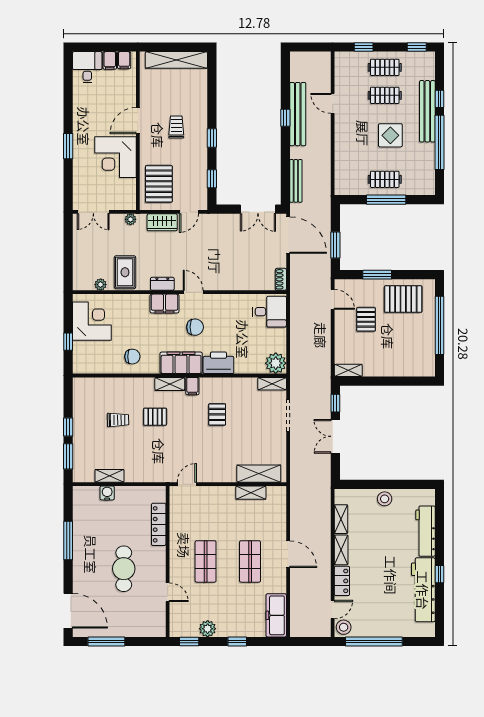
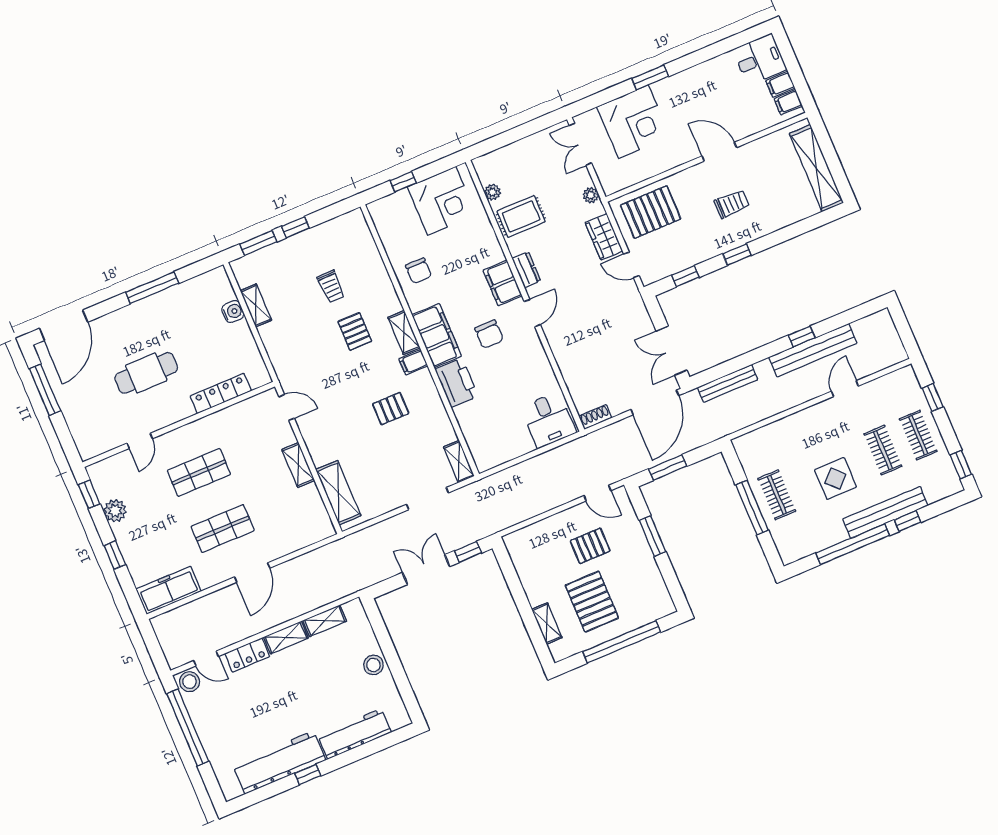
corner desk: (115, 157) -> (633, 122), moved, turned 180
door: (333, 299) -> (597, 493), hinge flipped
pallet: (403, 299) -> (592, 602), moved
plant: (276, 363) -> (487, 455), removed
shelving: (348, 370) -> (547, 624), moved
shelving: (251, 493) -> (298, 465), moved

